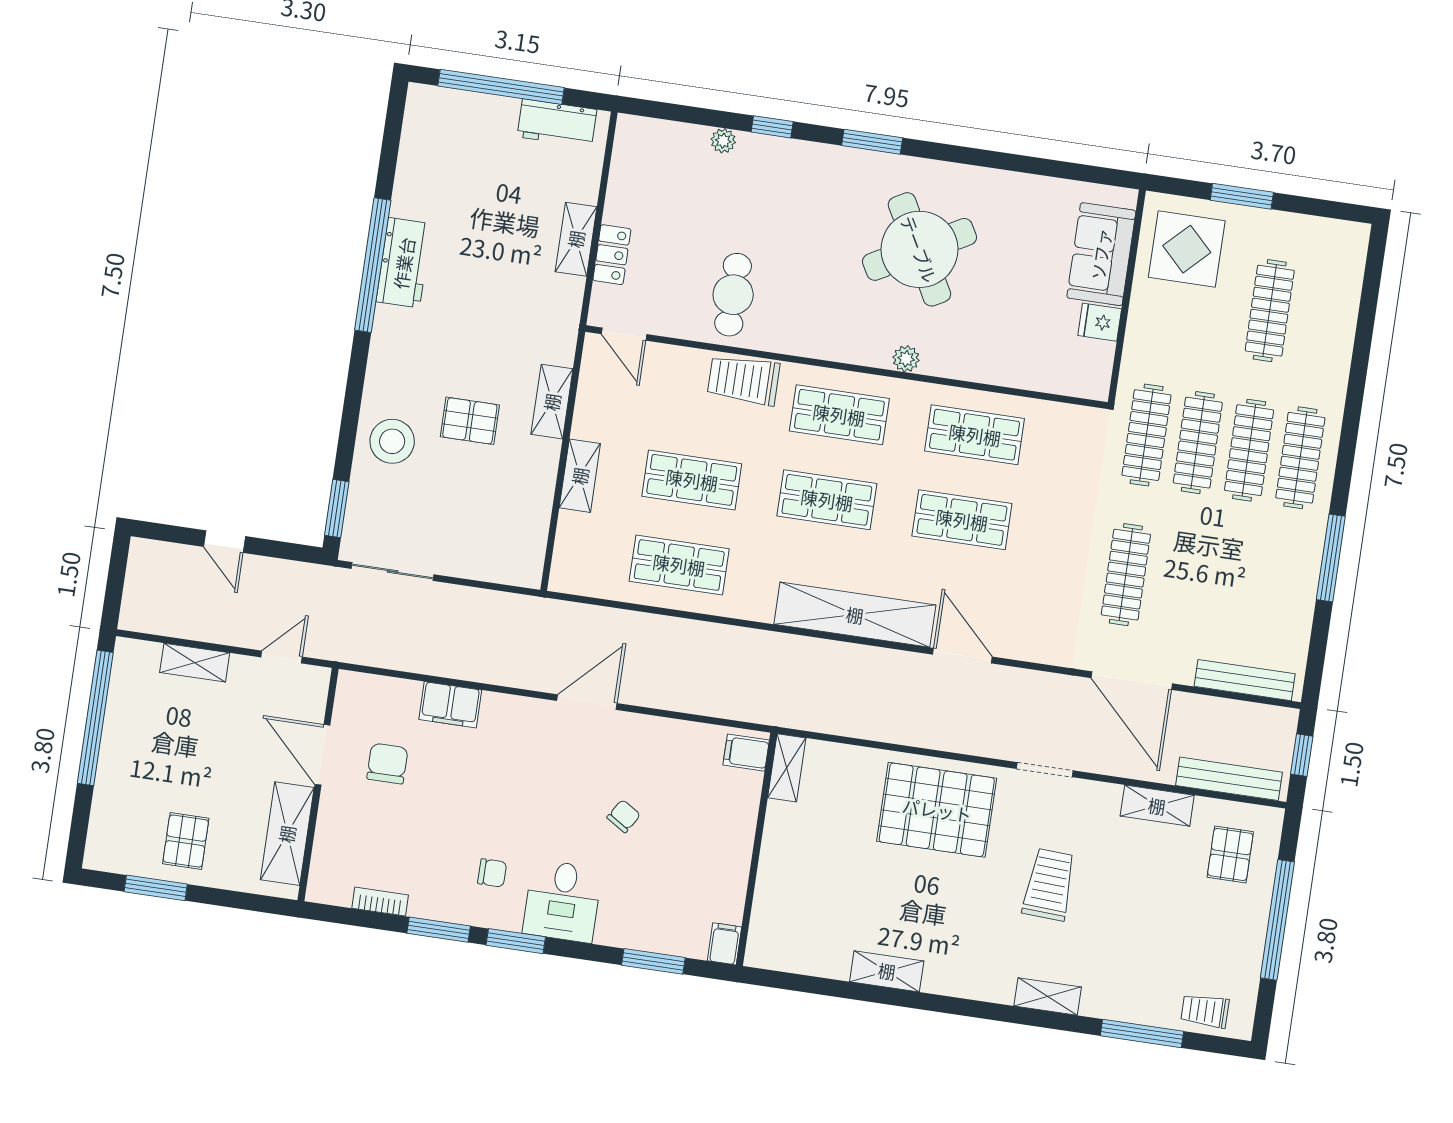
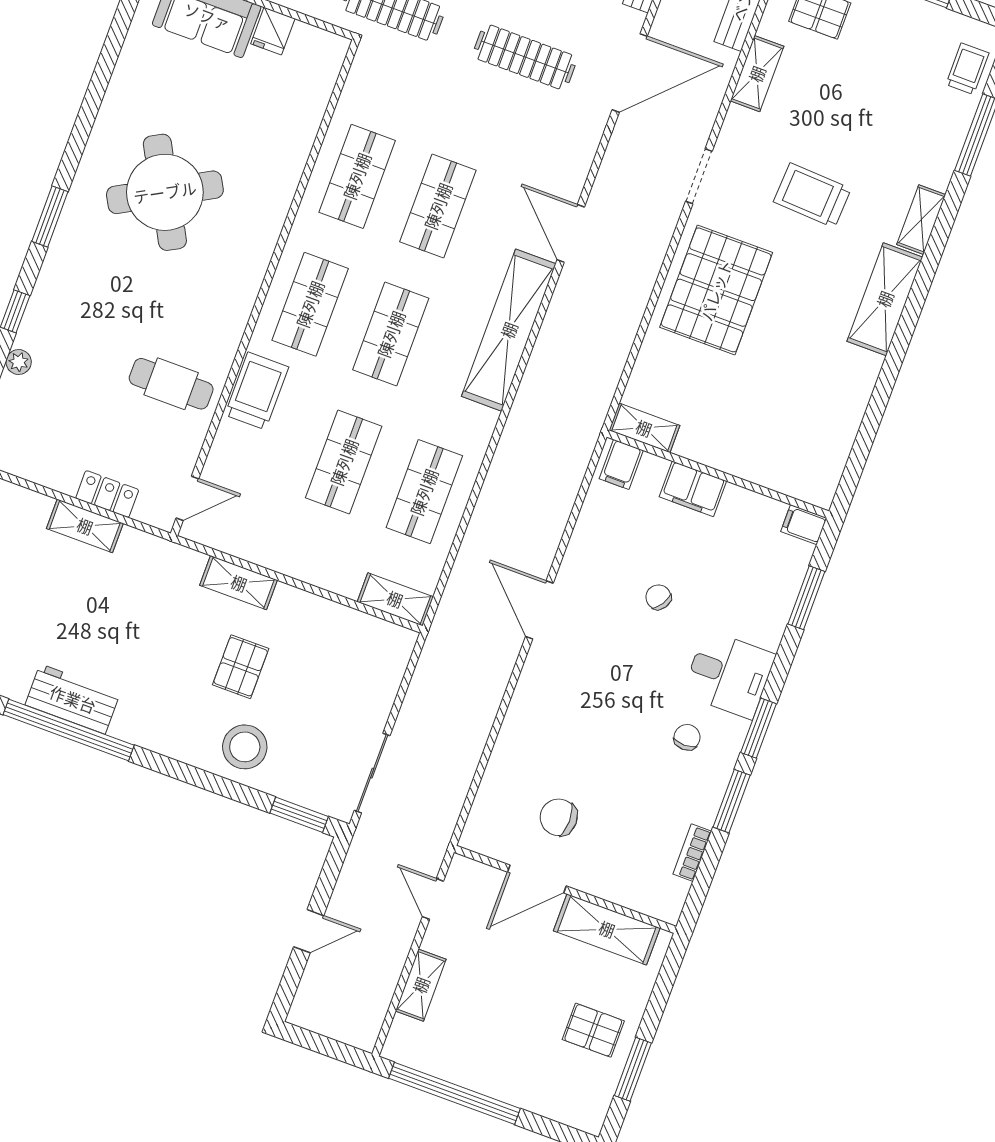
plant: (906, 359) -> (269, 228), removed
trolley: (744, 380) -> (257, 391), turned 180
shelving: (580, 476) -> (395, 599), moved
door: (962, 656) -> (571, 233), hinge flipped
filing cabinet: (450, 705) -> (693, 489), moved, turned 90
shelving: (887, 971) -> (885, 299), moved, width x1.50, depth x1.33
trolley: (1205, 1011) -> (967, 69), turned 180

